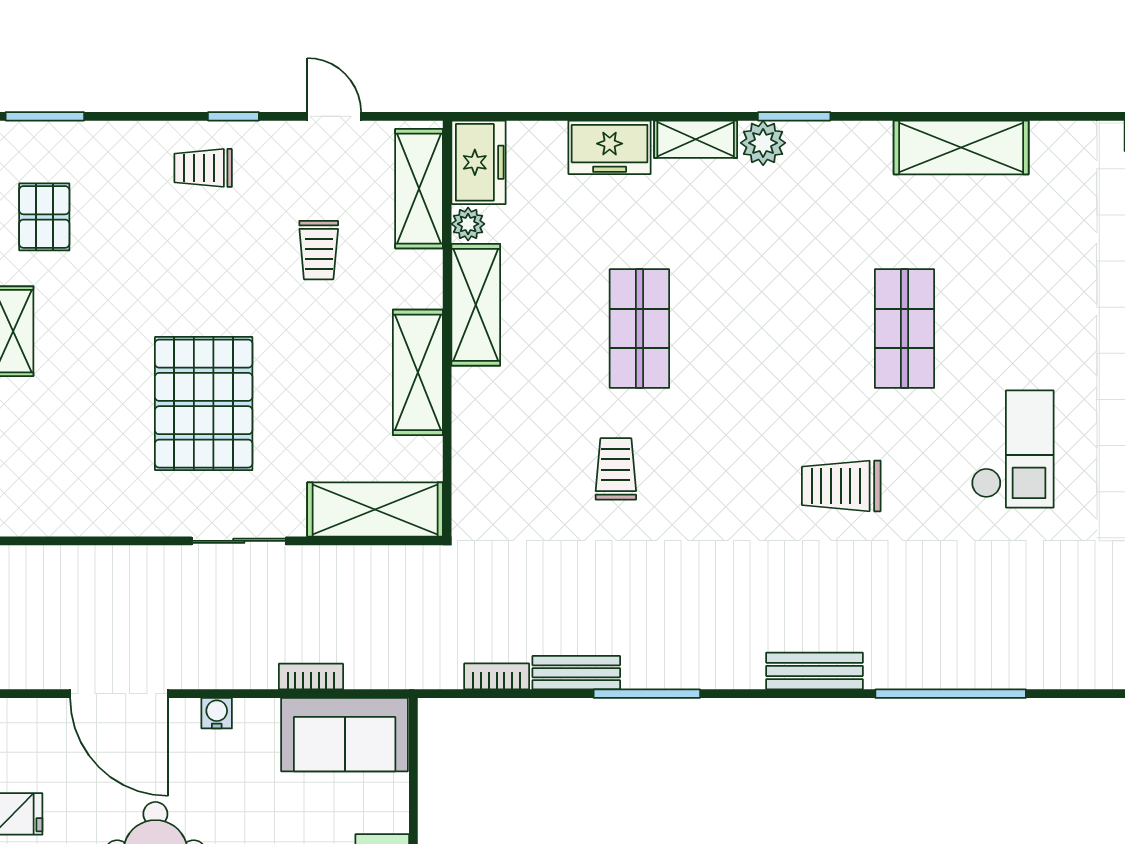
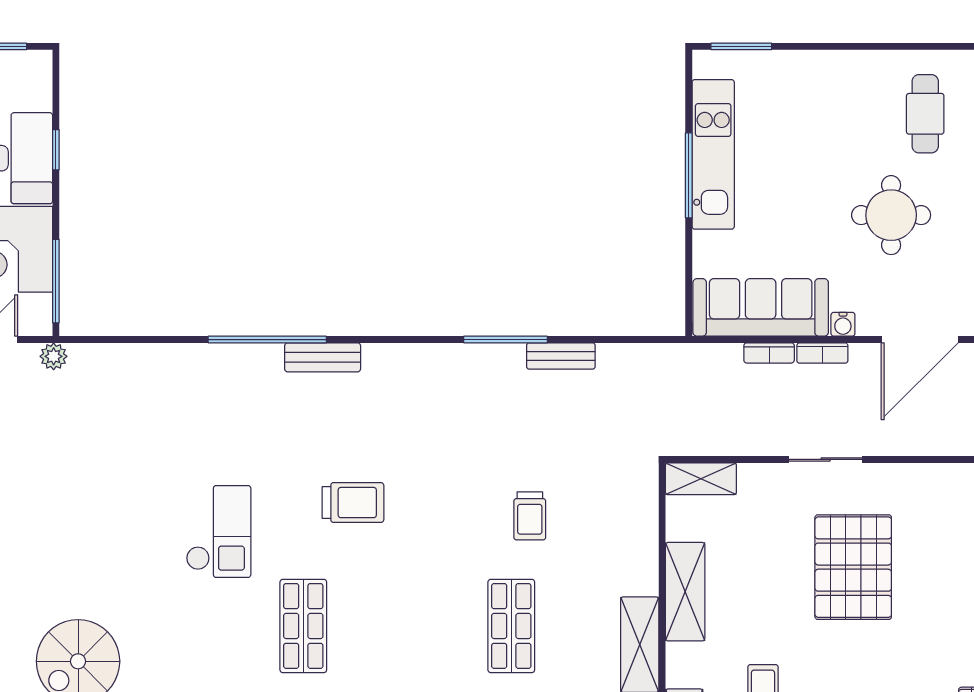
checkout: (1013, 449) -> (219, 531), turned 180
shelving: (375, 509) -> (701, 479), width x0.67, depth x0.75
bench: (814, 671) -> (323, 357), moved
bookcase: (497, 676) -> (822, 353), moved
door: (119, 694) -> (920, 340), swing flipped
sofa: (345, 735) -> (761, 307), width x1.36

